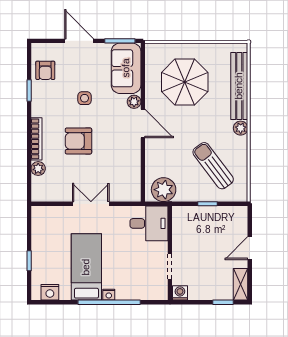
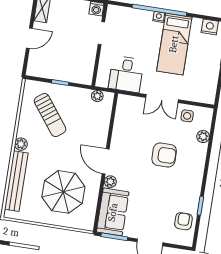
side table: (85, 98) -> (187, 116), moved
bookcase: (37, 139) -> (200, 163), removed
plant: (164, 190) -> (97, 96), width x0.53, depth x0.53
desk: (149, 223) -> (126, 74), moved, turned -90

